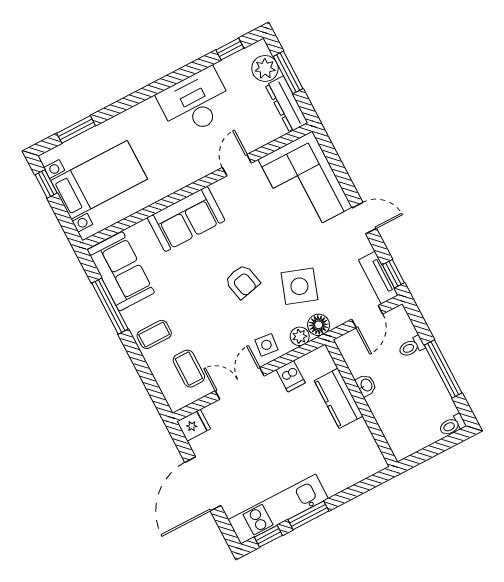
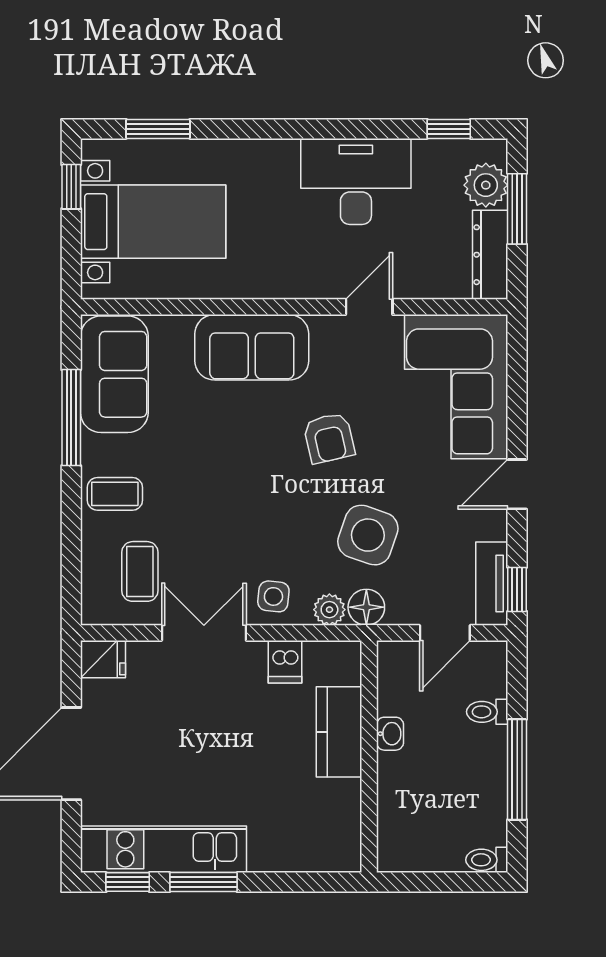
door: (364, 218) -> (517, 484), swing flipped
armchair: (242, 282) -> (329, 438), moved

